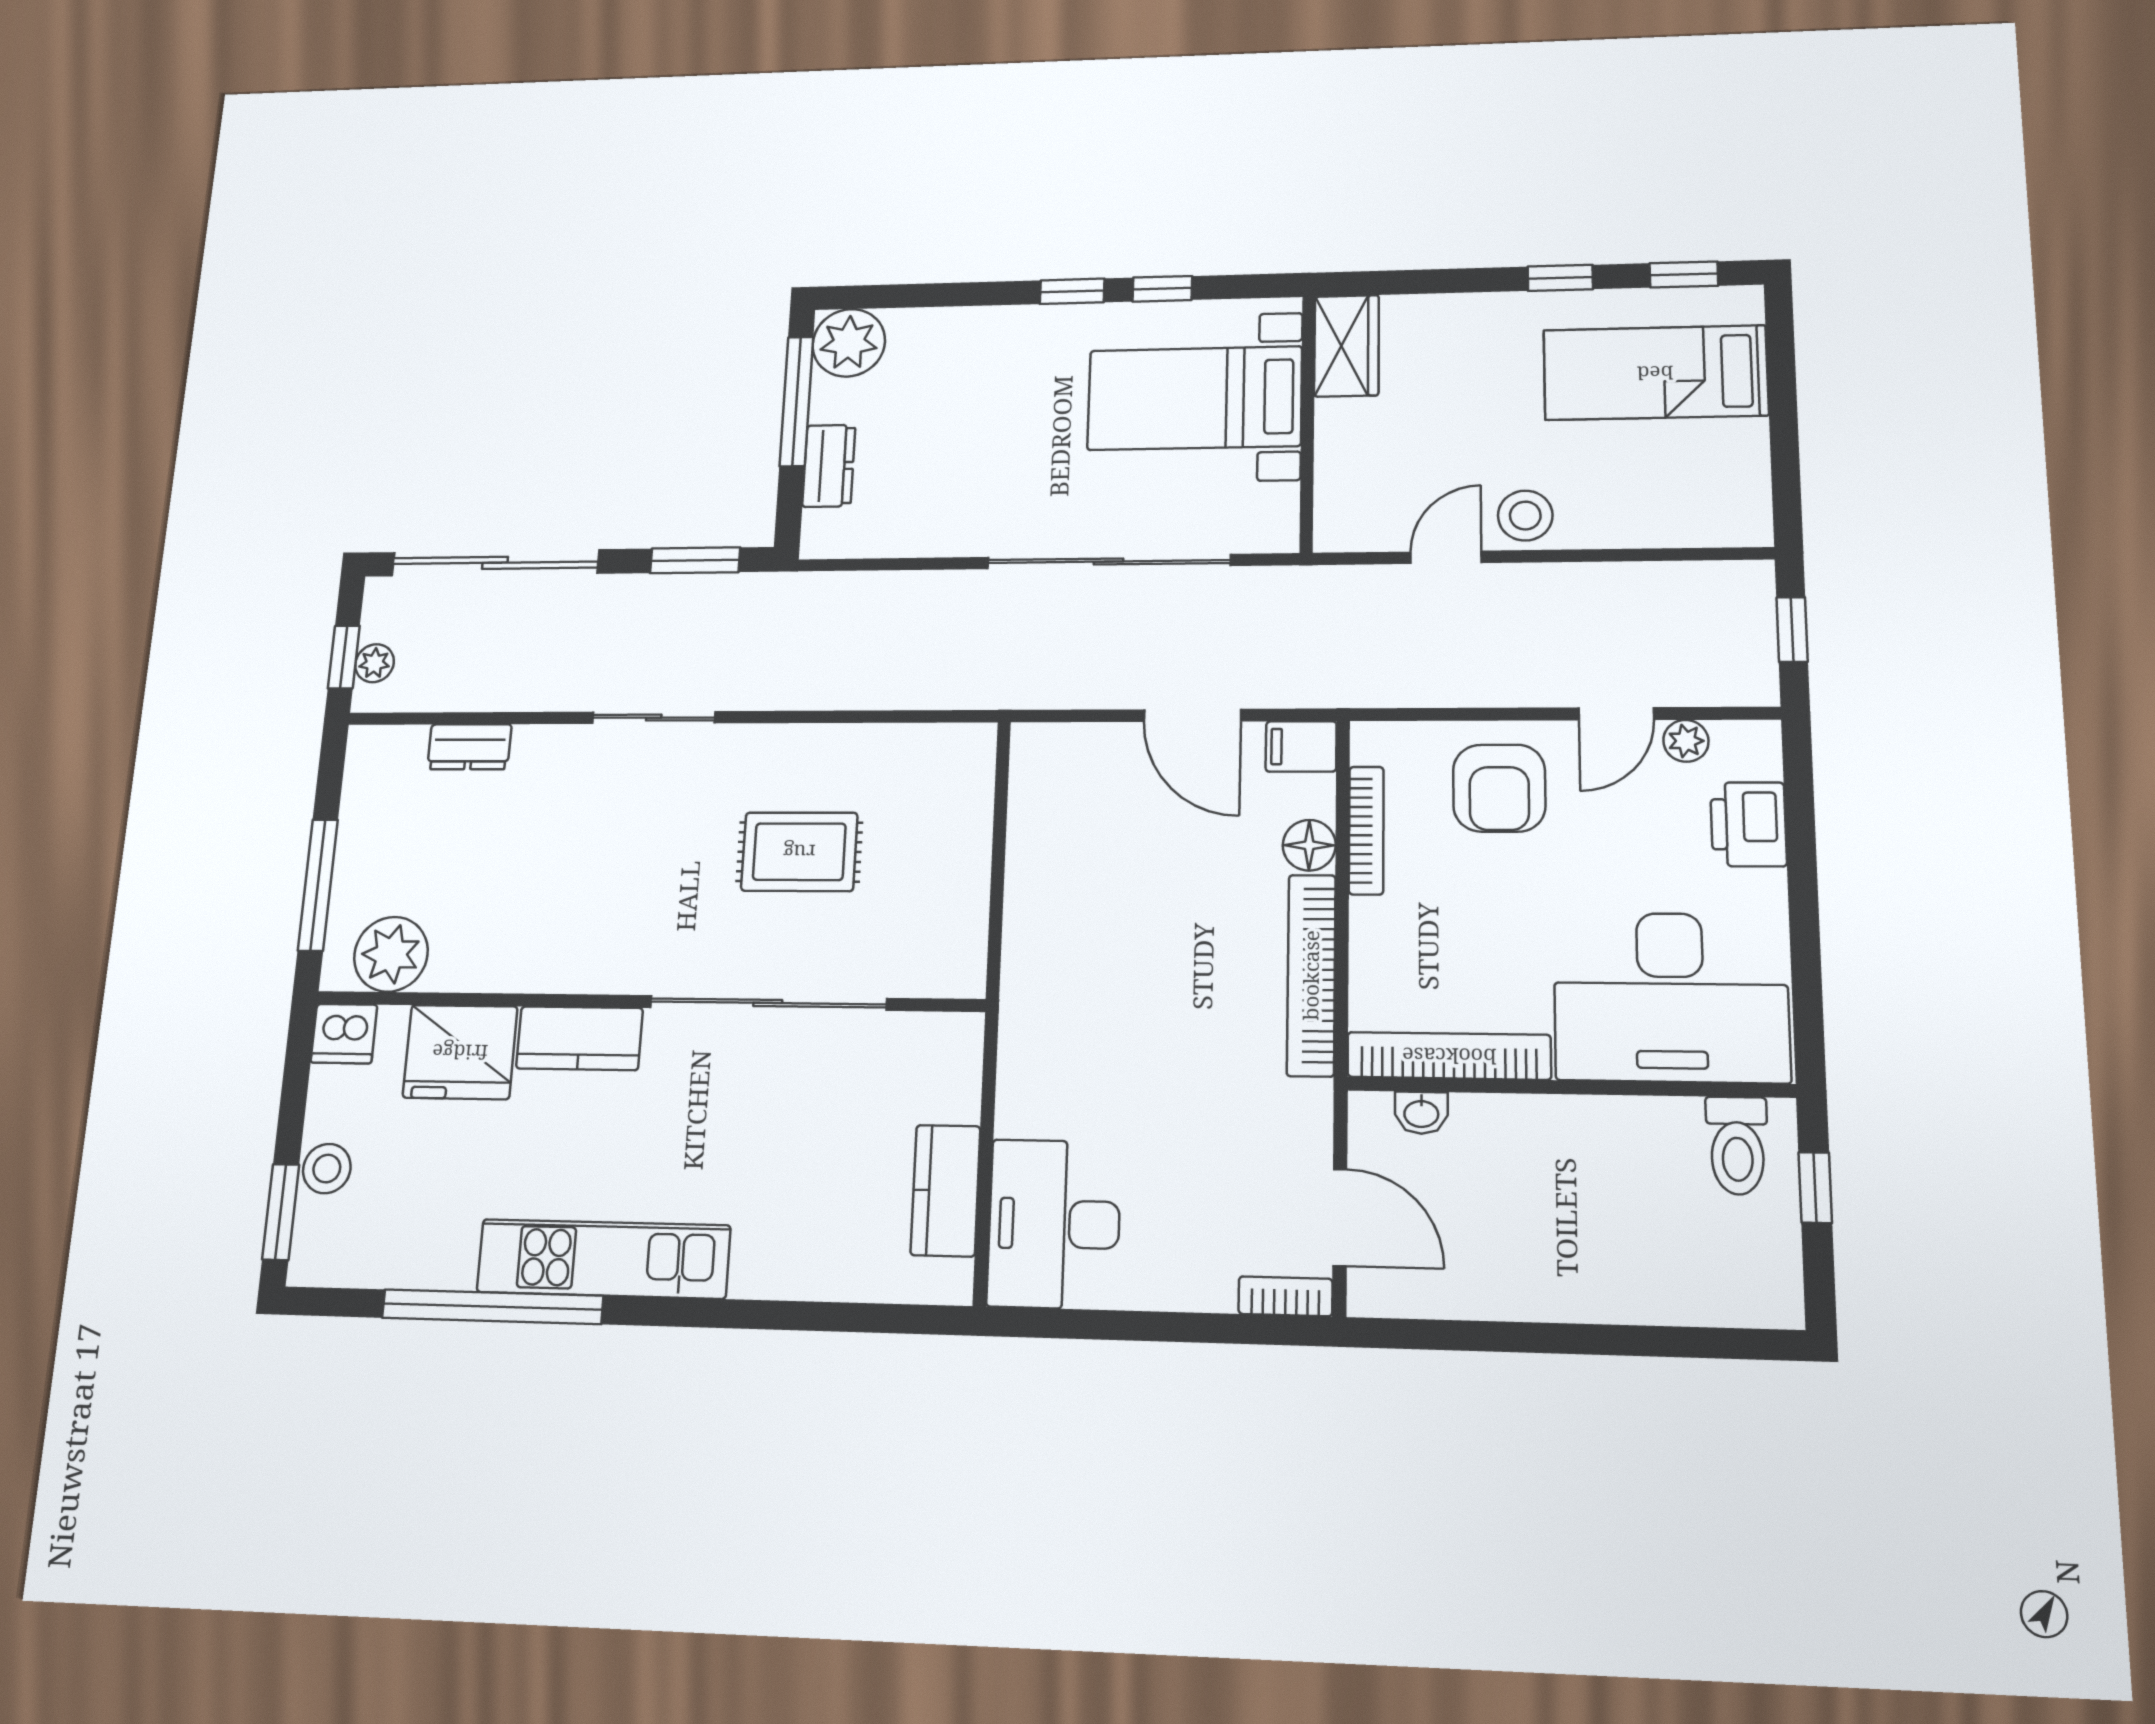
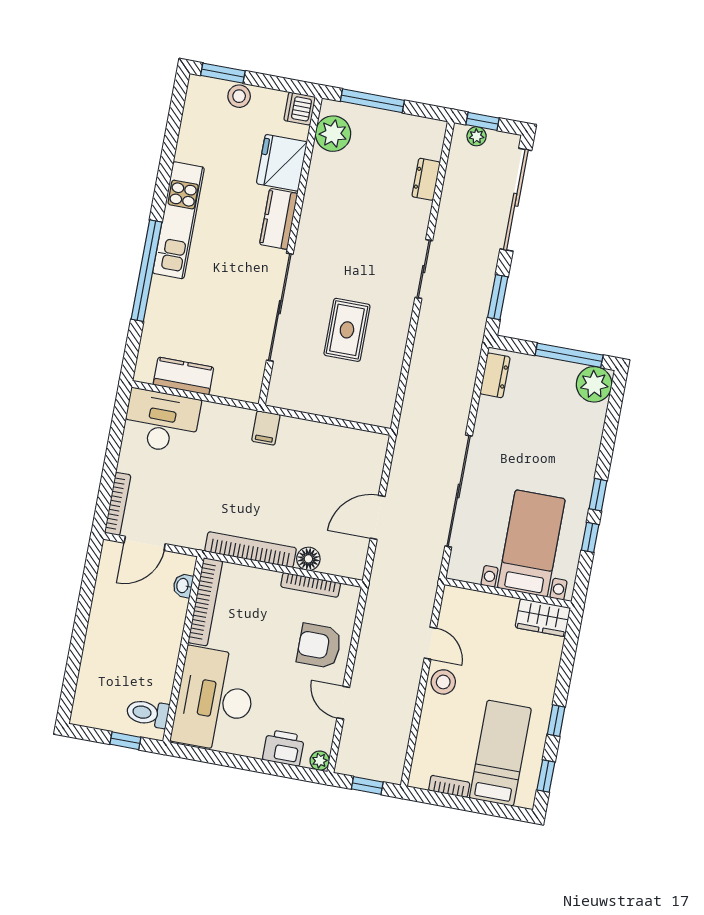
bookcase: (1753, 461) -> (449, 786), added
dresser: (829, 466) -> (495, 375), moved, turned -90
plant: (1686, 741) -> (320, 761), moved
filing cabinet: (1301, 746) -> (266, 428), moved, turned 180
bookcase: (1285, 1296) -> (118, 504), width x1.56
window: (492, 1307) -> (146, 271), moved

